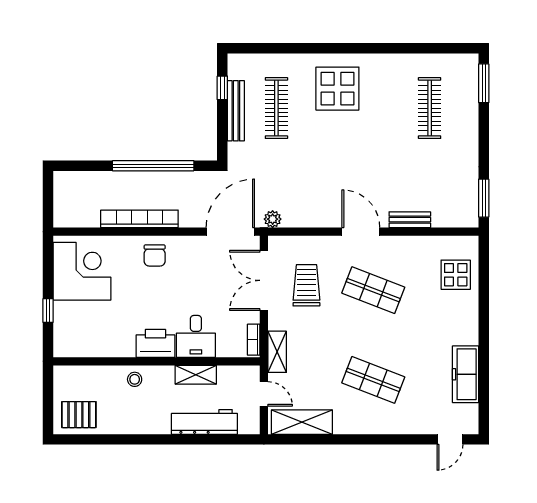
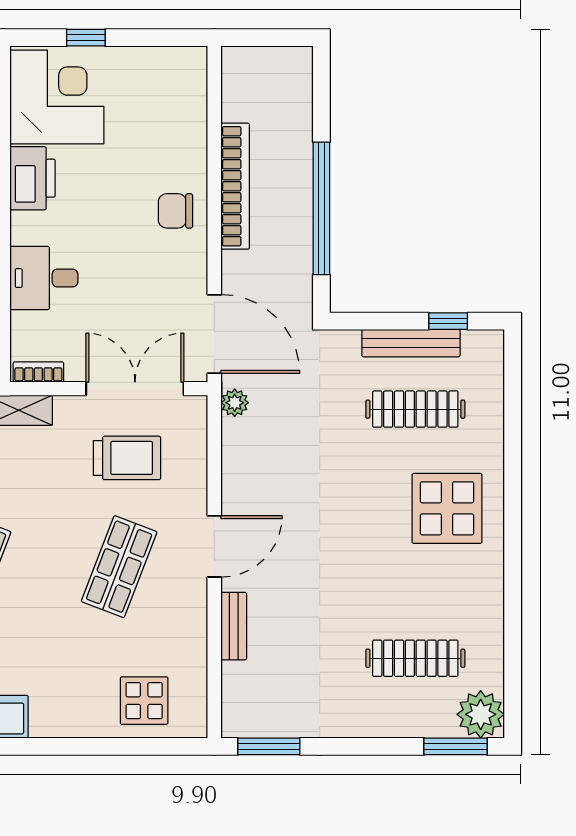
plant: (464, 68) -> (481, 714), added
corner desk: (82, 271) -> (57, 97), moved, turned -90
printer: (155, 343) -> (33, 178), moved

